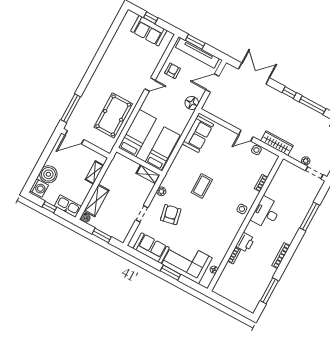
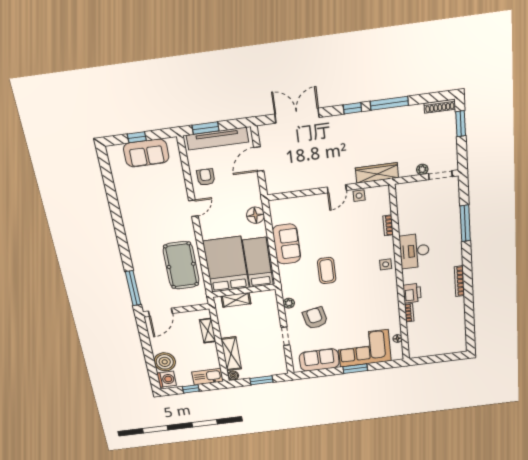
floor lamp: (192, 103) -> (255, 215), moved
bed: (137, 133) -> (226, 264), width x1.50
sofa: (198, 134) -> (287, 244), moved
shelving: (148, 174) -> (236, 300), moved
window: (269, 291) -> (470, 321), removed

